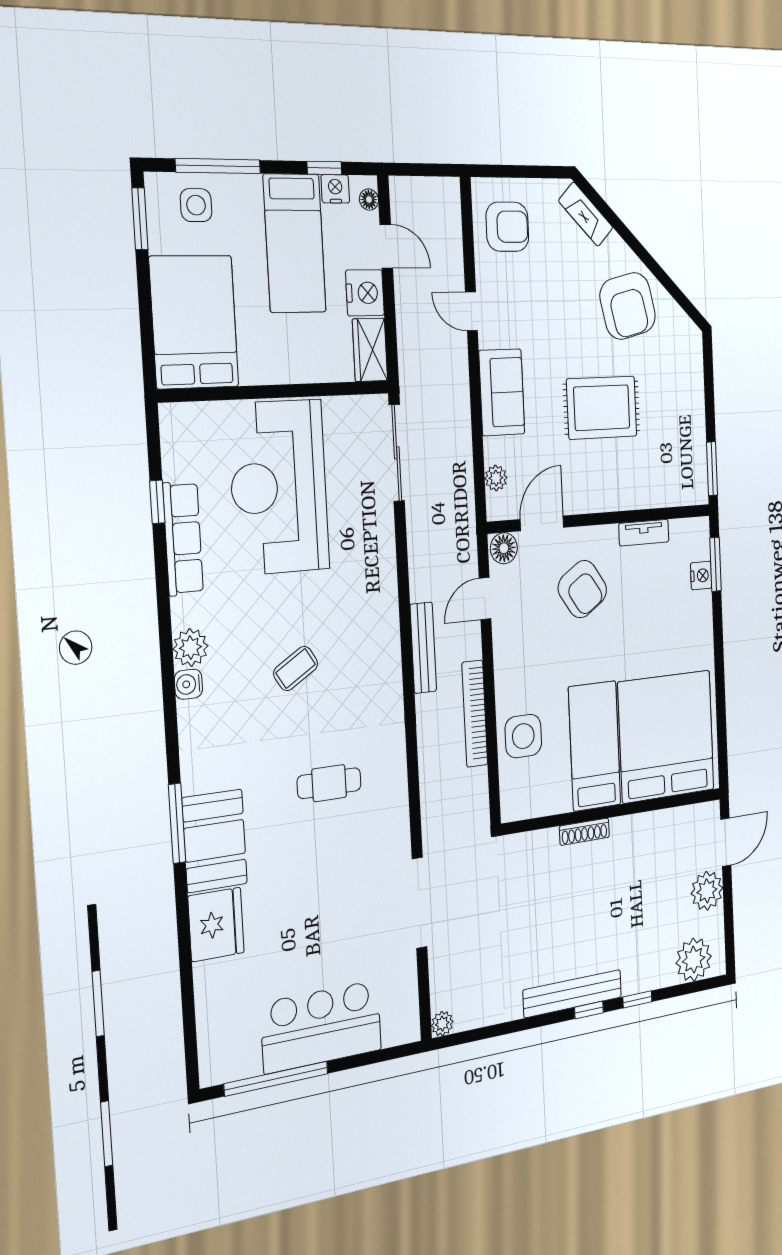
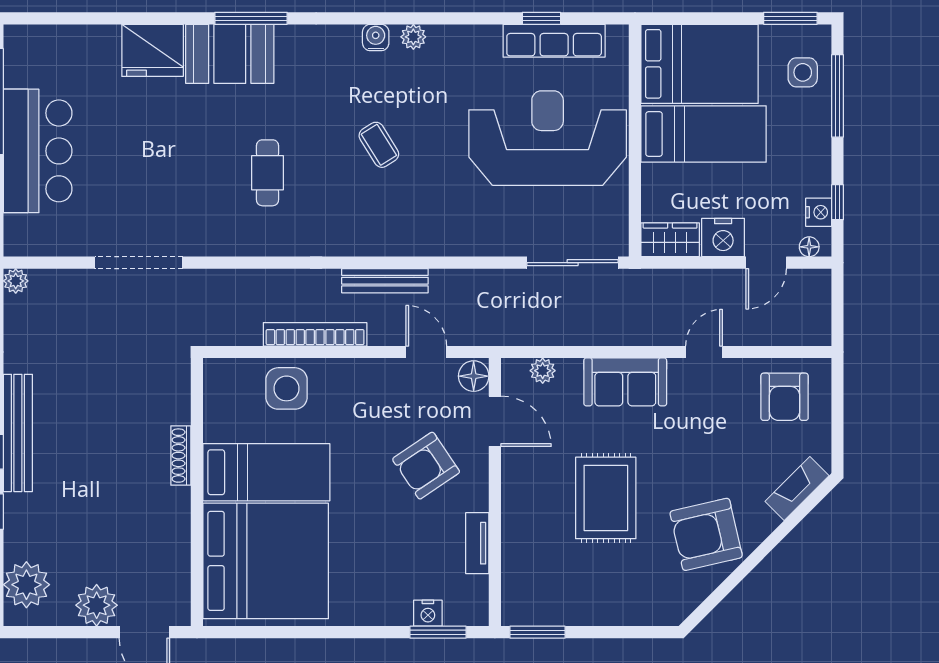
bed: (295, 243) -> (703, 134), moved, turned 180
row of seats: (183, 539) -> (554, 41), moved
plant: (190, 648) -> (413, 37), width x0.73, depth x0.73

